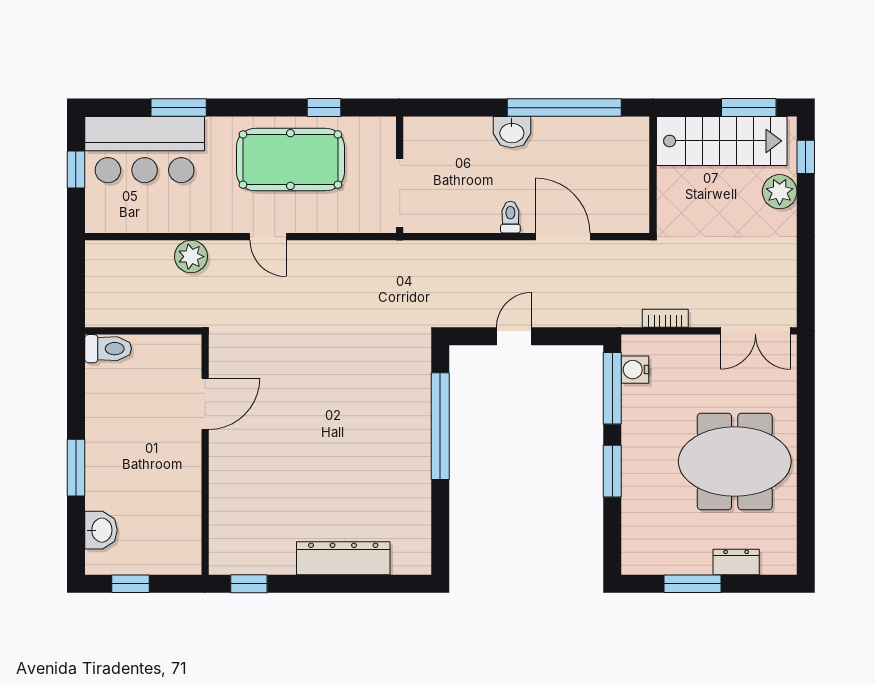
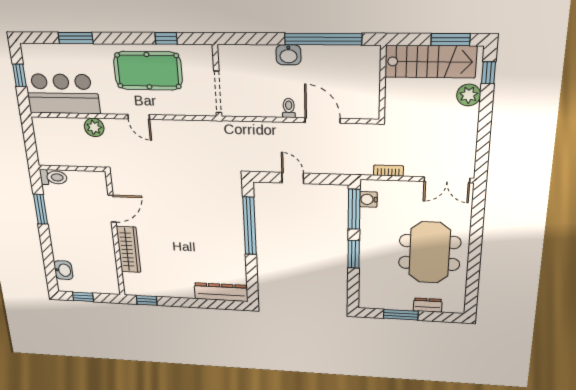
bar counter: (145, 150) -> (63, 94), moved, turned 180
door: (514, 336) -> (293, 178), hinge flipped
meeting table: (735, 462) -> (430, 253), turned 90
window: (76, 468) -> (41, 209), moved
wardrobe: (226, 482) -> (129, 249), added
dresser: (343, 558) -> (221, 292), moved

